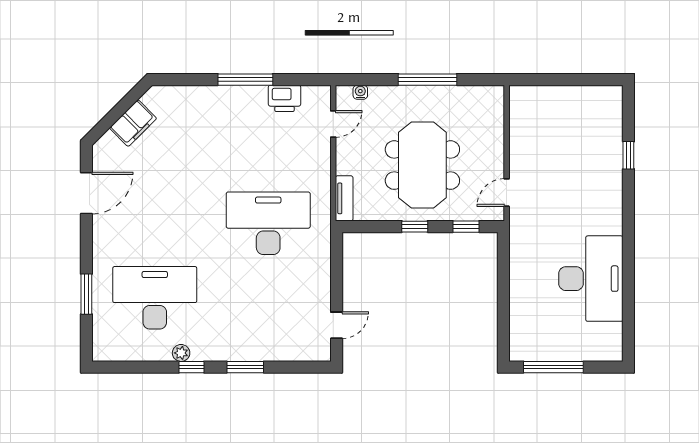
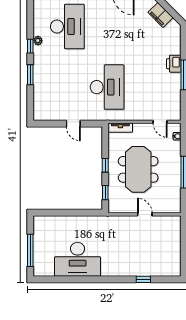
printer: (285, 98) -> (174, 64), moved
meeting table: (422, 165) -> (138, 169), turned 90
door: (507, 193) -> (145, 214), moved
door: (337, 325) -> (73, 124), moved
window: (553, 367) -> (30, 250), moved

